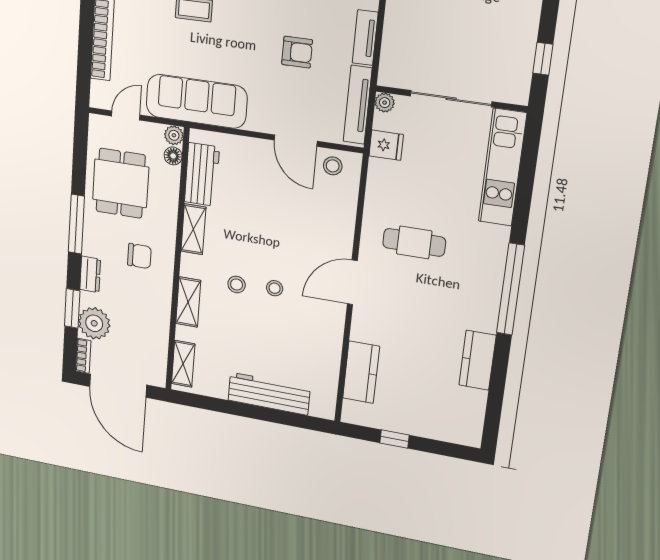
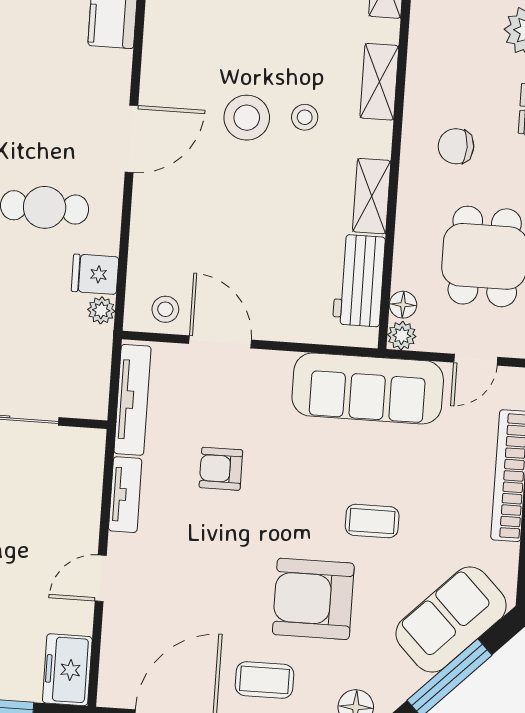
plant: (385, 103) -> (101, 310), moved
fridge: (386, 145) -> (95, 274), moved
stool: (275, 288) -> (247, 118), width x1.89, depth x1.89

